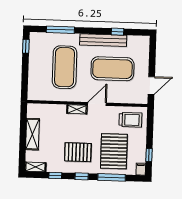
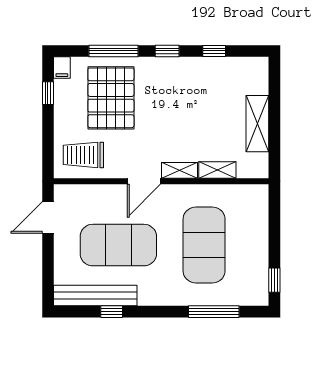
bench: (103, 40) -> (95, 296), moved
pallet: (78, 152) -> (175, 94), removed
shelving: (35, 167) -> (217, 170), moved

